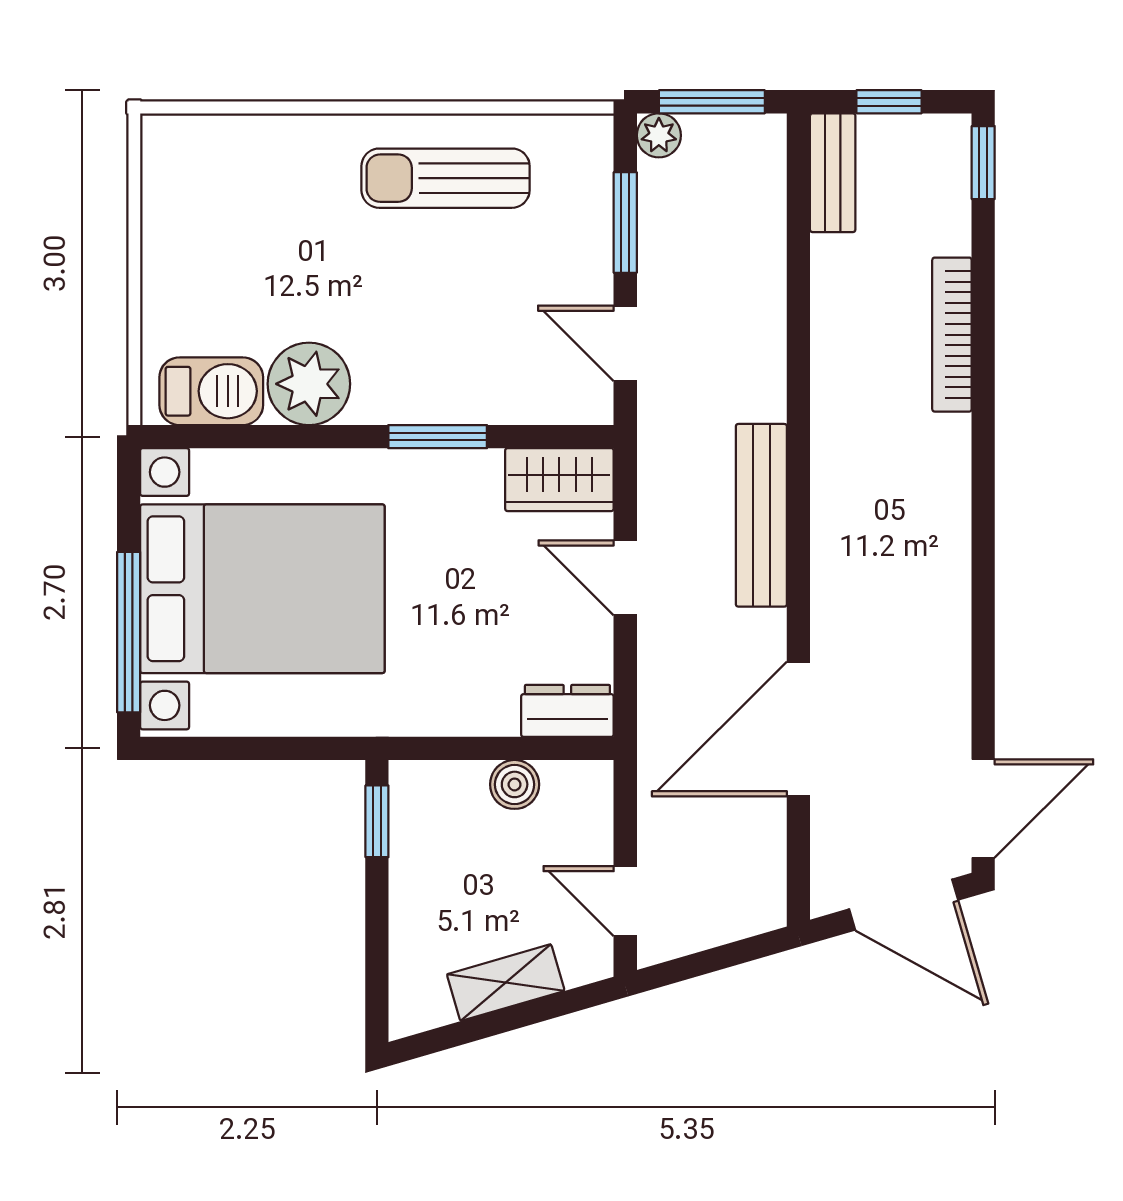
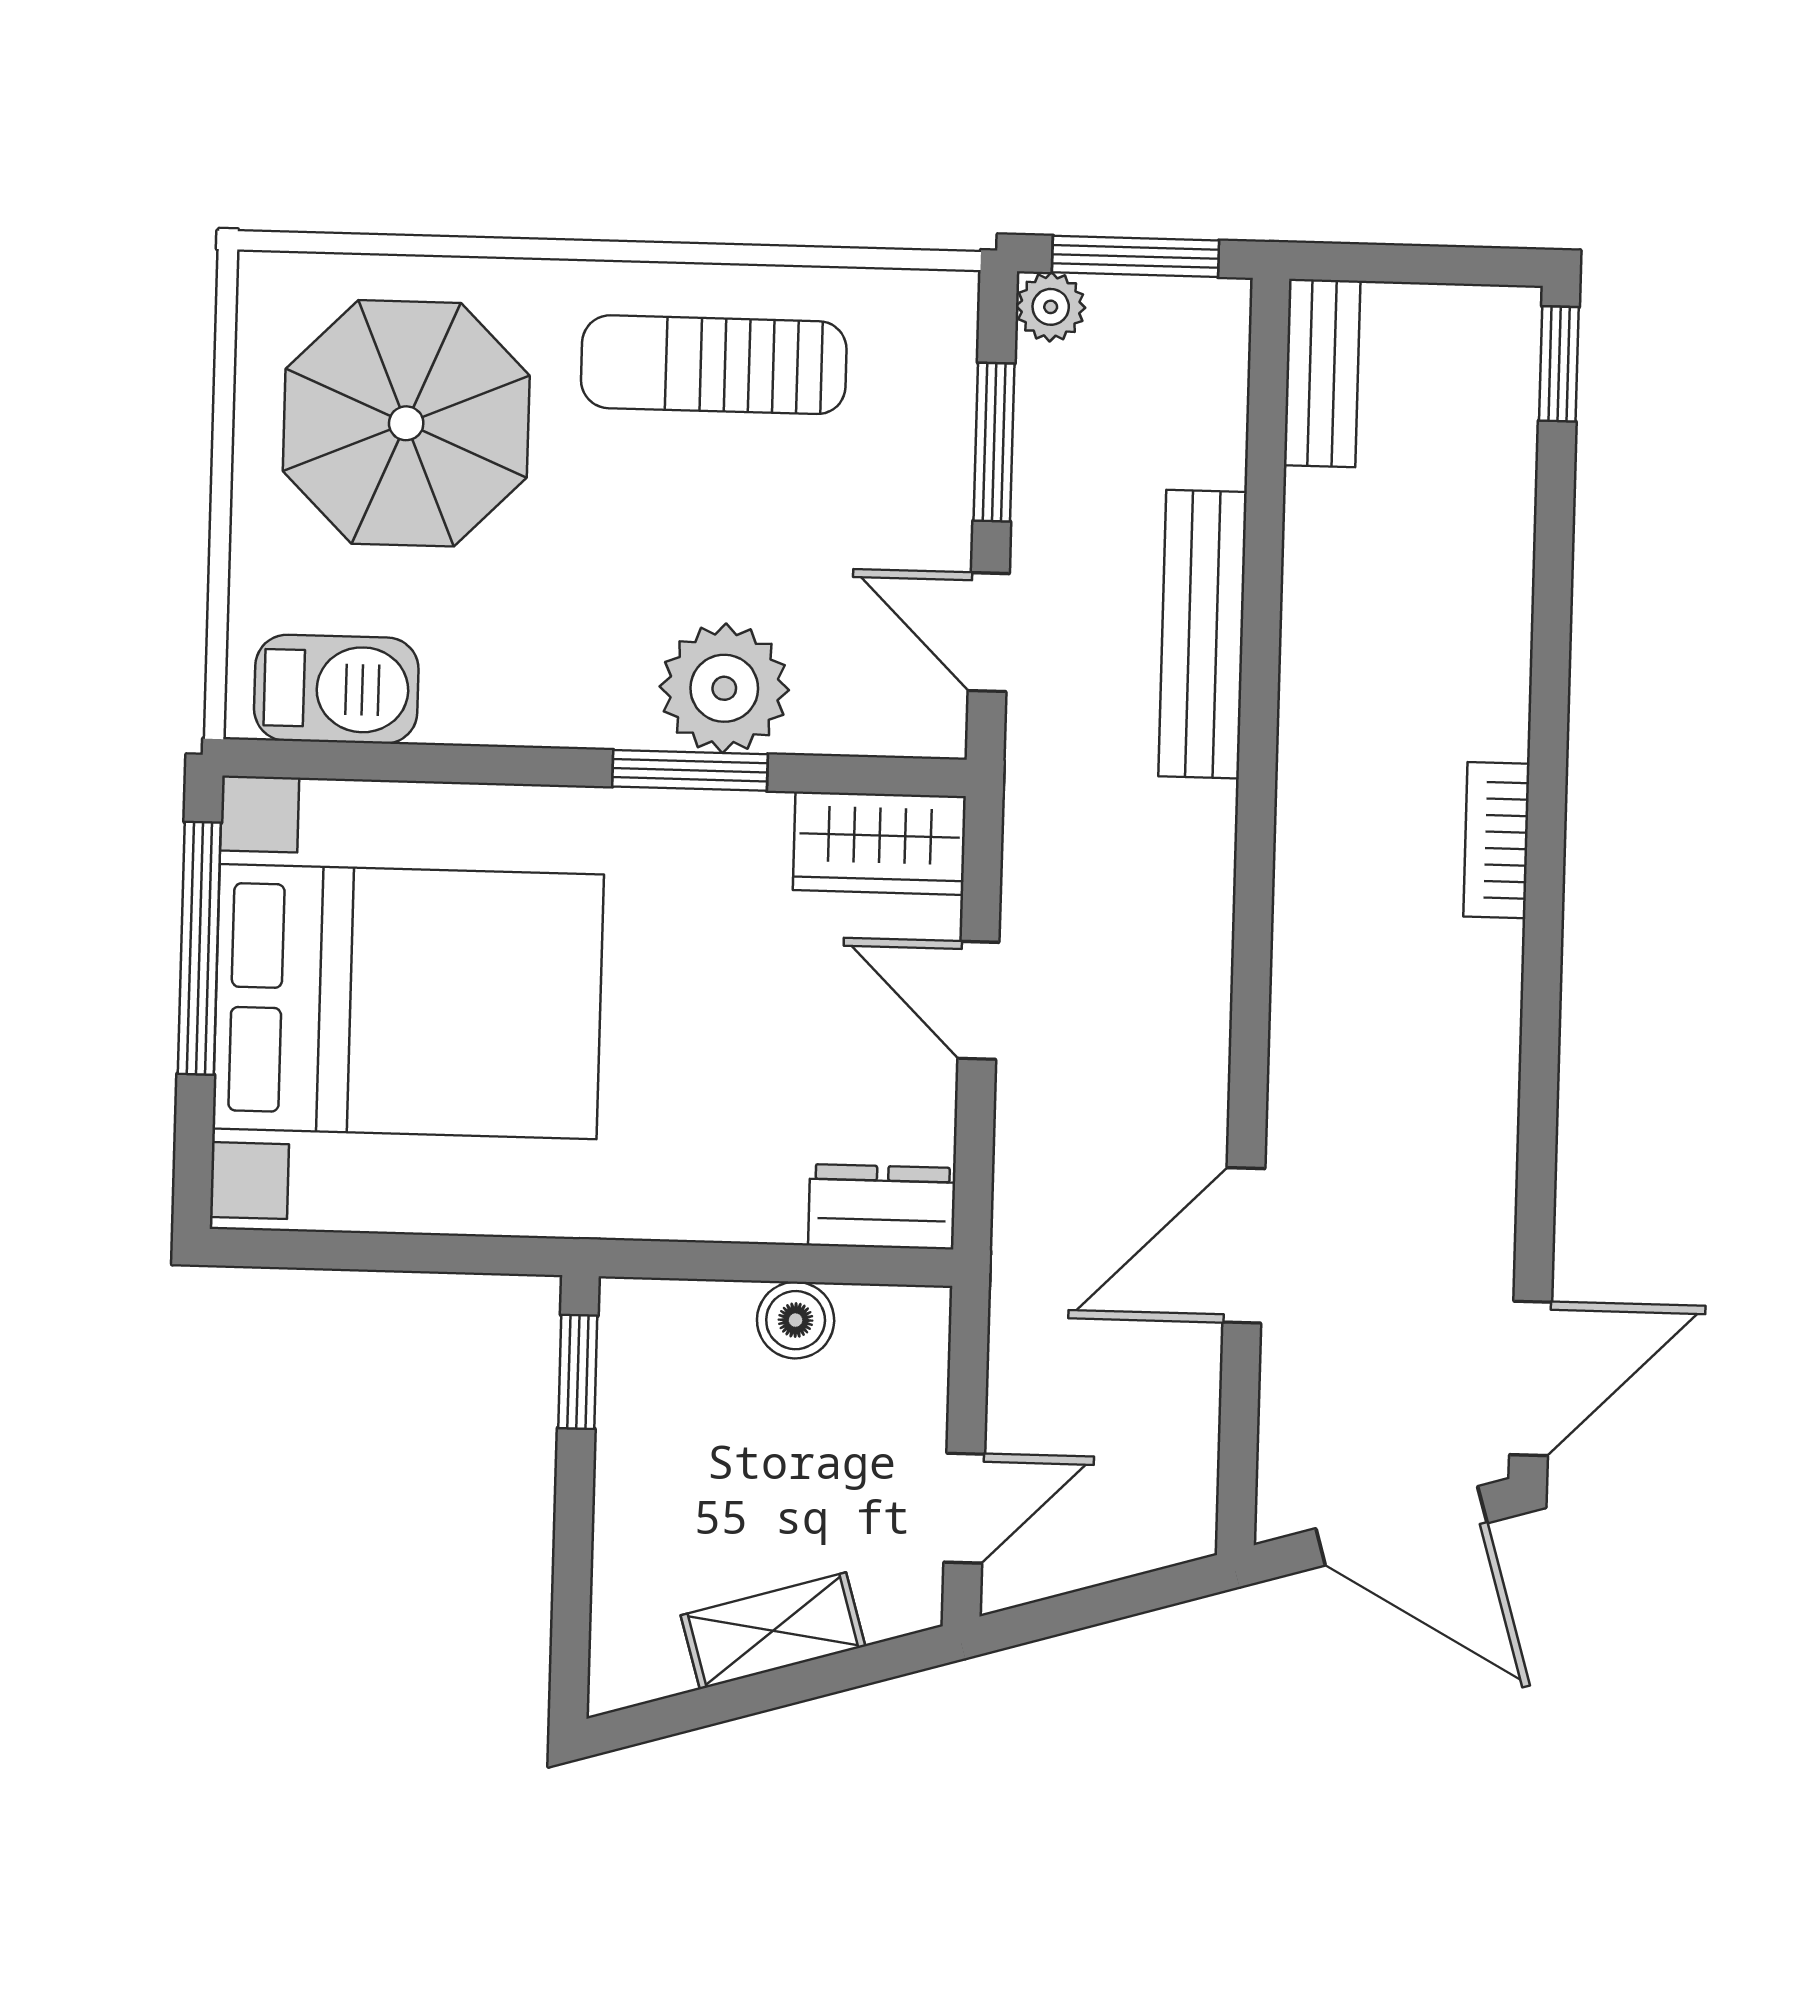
window: (889, 102) -> (1414, 264), removed
parasol: (251, 221) -> (406, 423), added
bookcase: (952, 335) -> (1496, 840), moved, width x0.64
plant: (309, 384) -> (724, 688), moved
bench: (761, 515) -> (1203, 634), moved
window: (129, 632) -> (199, 948), moved
door: (798, 729) -> (1244, 1245), width x0.73
door: (625, 901) -> (964, 1508), swing flipped

